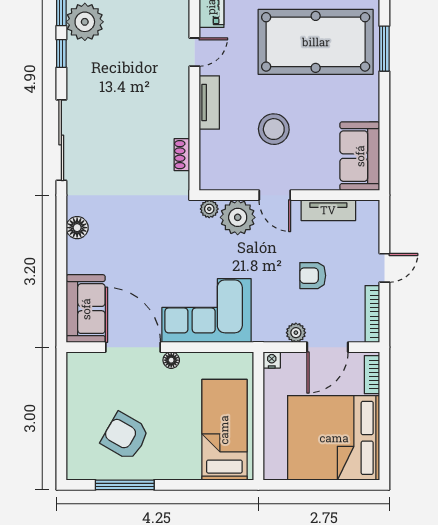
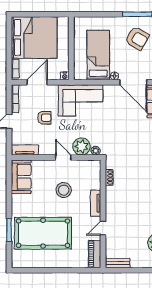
tv unit: (328, 210) -> (25, 150), moved
corner sofa: (207, 311) -> (81, 100), moved
plant: (296, 333) -> (53, 89), removed
bed: (224, 430) -> (98, 55), moved, turned 180

